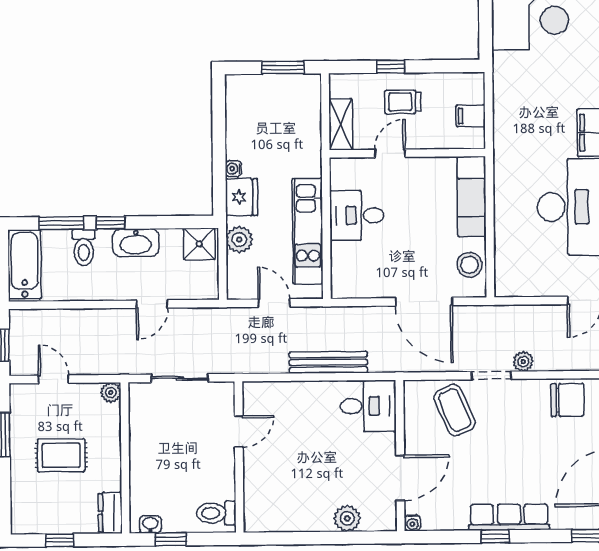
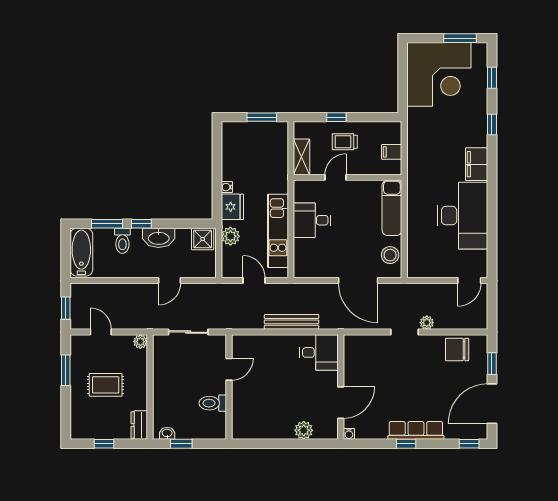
chair: (567, 400) -> (457, 349), turned 180
coffee table: (455, 410) -> (379, 356), removed
toilet: (216, 513) -> (213, 403), moved

